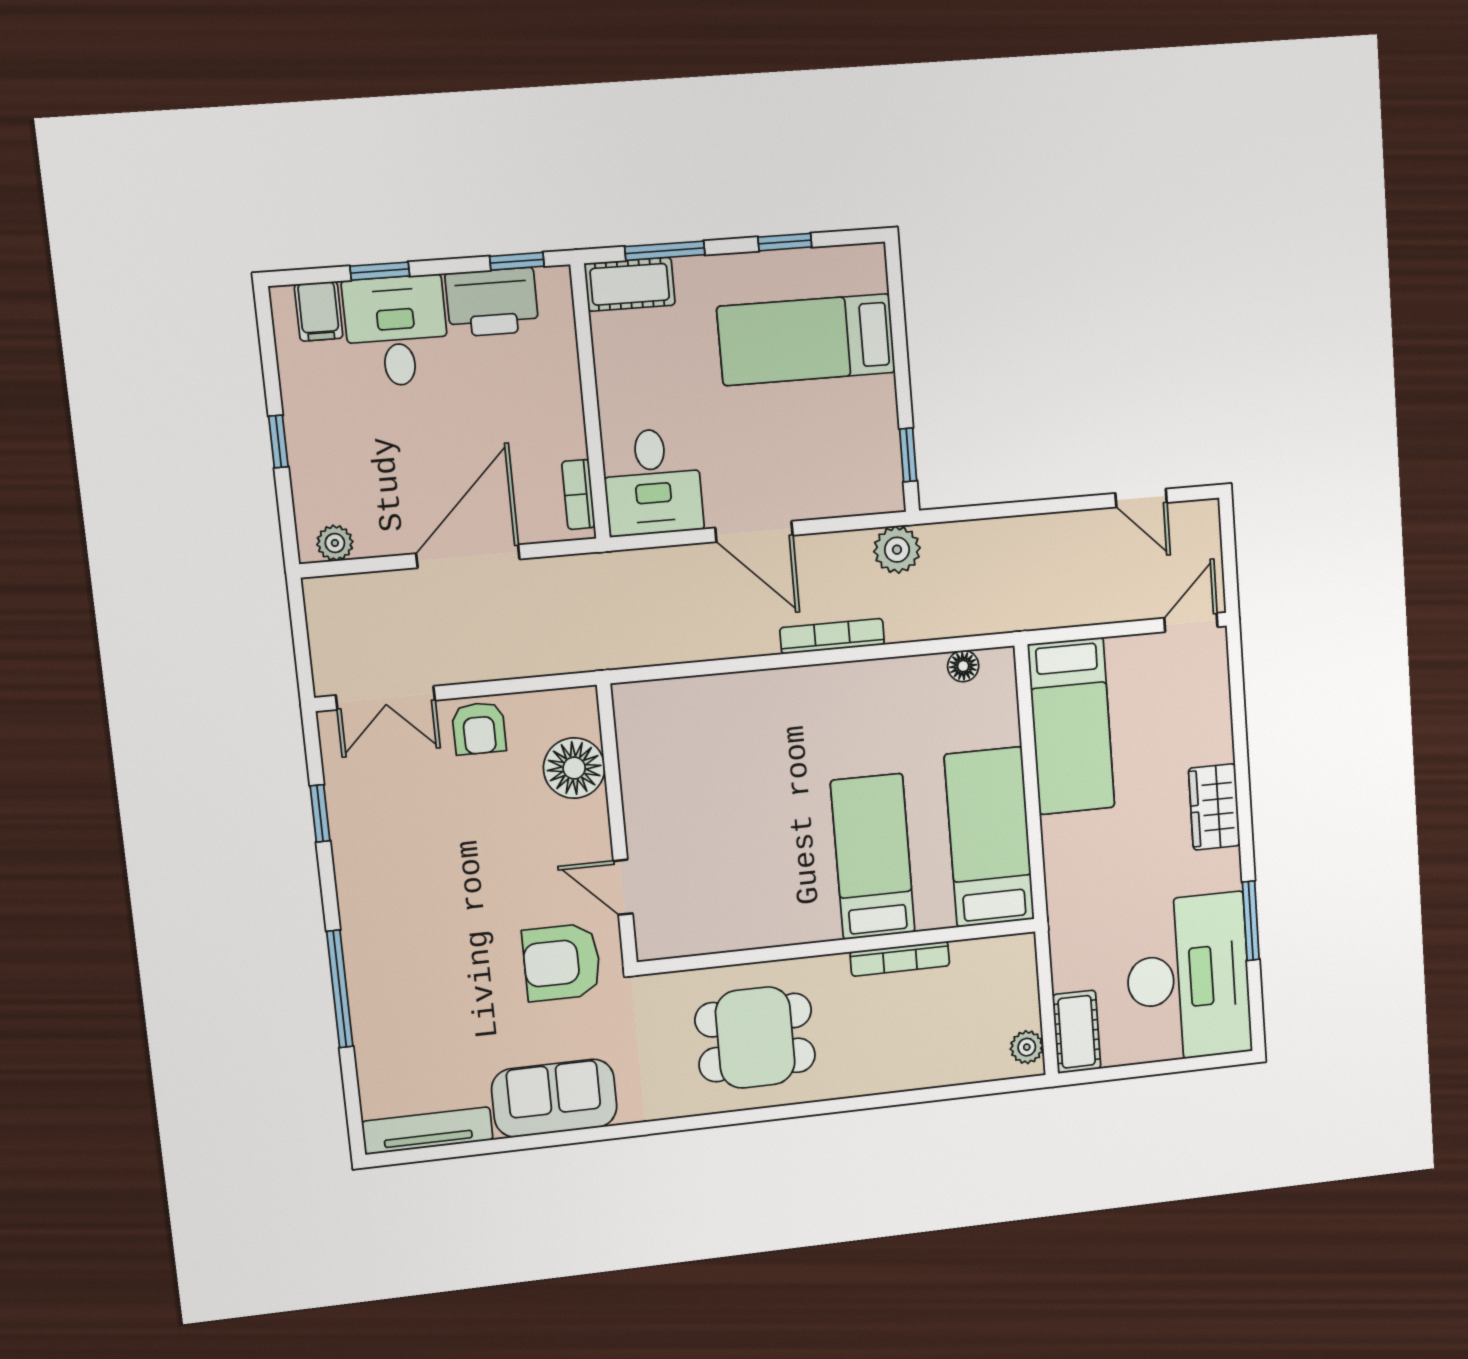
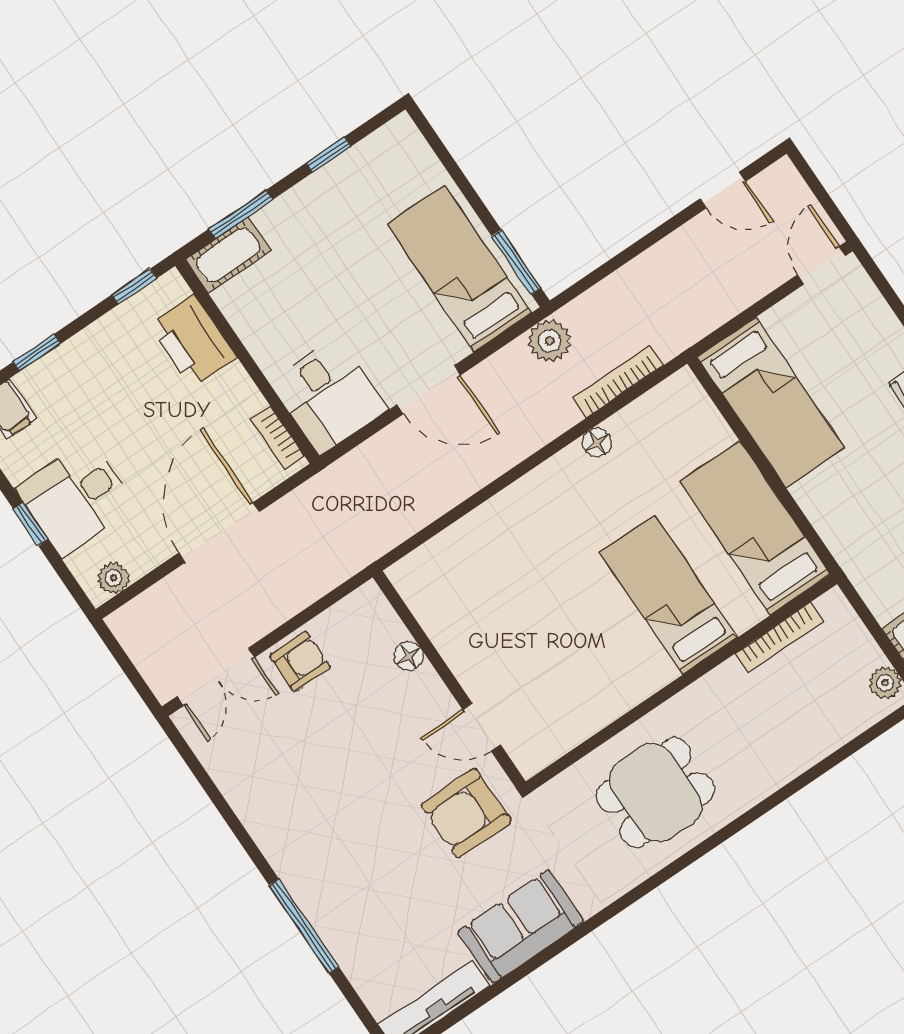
printer: (492, 302) -> (193, 341), moved, turned 90
desk: (397, 331) -> (76, 498), moved, turned -90
bed: (806, 340) -> (459, 269), moved, turned 90
window: (908, 455) -> (516, 262), width x1.50
bookcase: (832, 636) -> (618, 382), moved
floor lamp: (963, 666) -> (597, 442), moved
armchair: (479, 728) -> (300, 662), turned -90
floor lamp: (574, 768) -> (409, 656), width x0.53, depth x0.53
window: (320, 813) -> (214, 795), removed
bookcase: (900, 959) -> (779, 638), moved

